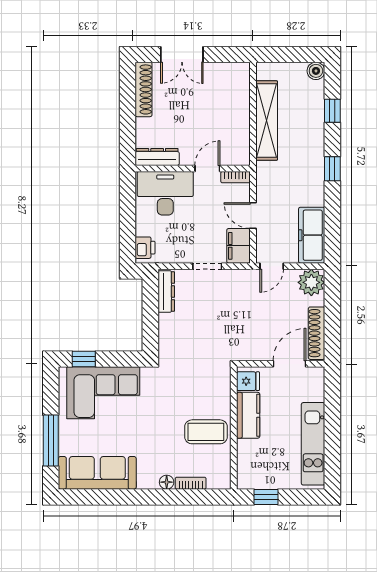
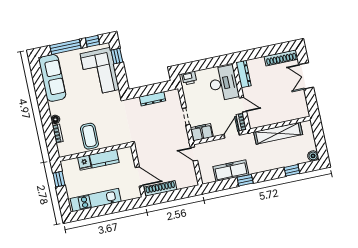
window: (332, 169) -> (245, 180), moved
door: (253, 215) -> (232, 135), moved
freezer: (312, 235) -> (231, 171), moved
plant: (311, 282) -> (189, 179), removed
dresser: (166, 292) -> (153, 99), moved
fridge: (248, 381) -> (84, 163), moved
window: (51, 394) -> (92, 41), added

